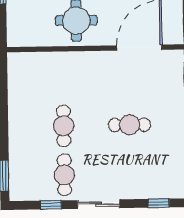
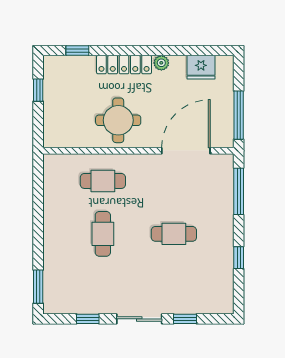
cafe table: (64, 175) -> (103, 181), moved, turned 90
window: (159, 203) -> (185, 319), moved

